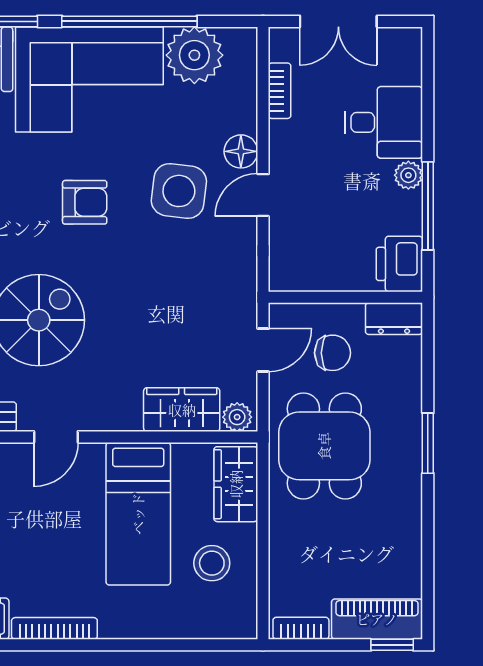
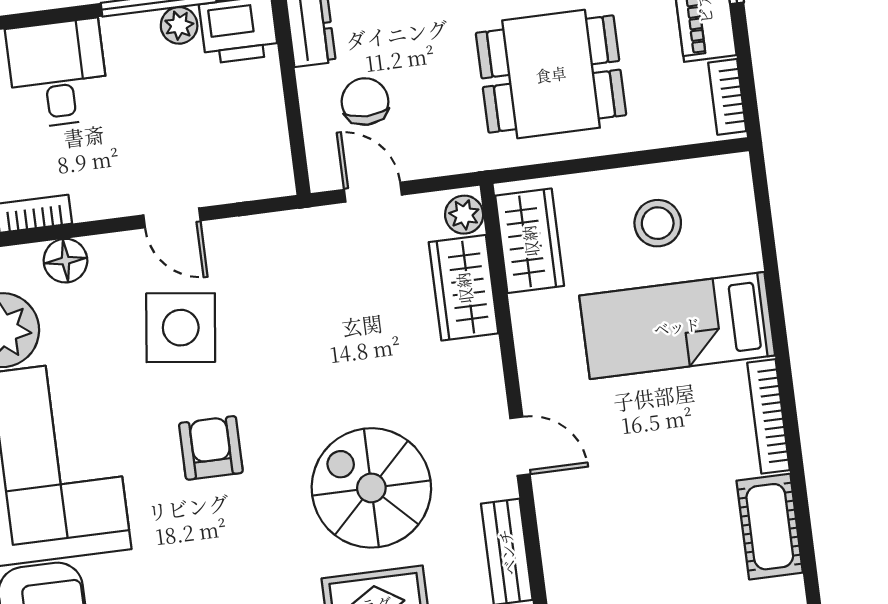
floor lamp: (241, 151) -> (65, 261), moved
plant: (408, 175) -> (179, 25), moved
dining table: (324, 446) -> (551, 74), moved
wardrobe: (236, 484) -> (530, 241), moved, turned -90
bed: (138, 514) -> (677, 326), moved, turned 180

